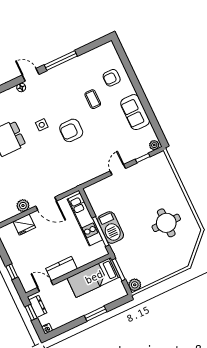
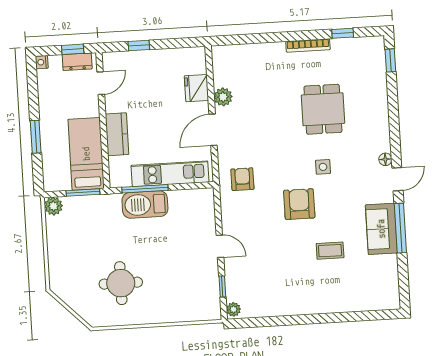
armchair: (112, 78) -> (242, 179), moved
sofa: (135, 112) -> (381, 229), moved, turned -90
kitchen counter: (61, 269) -> (117, 134), moved

